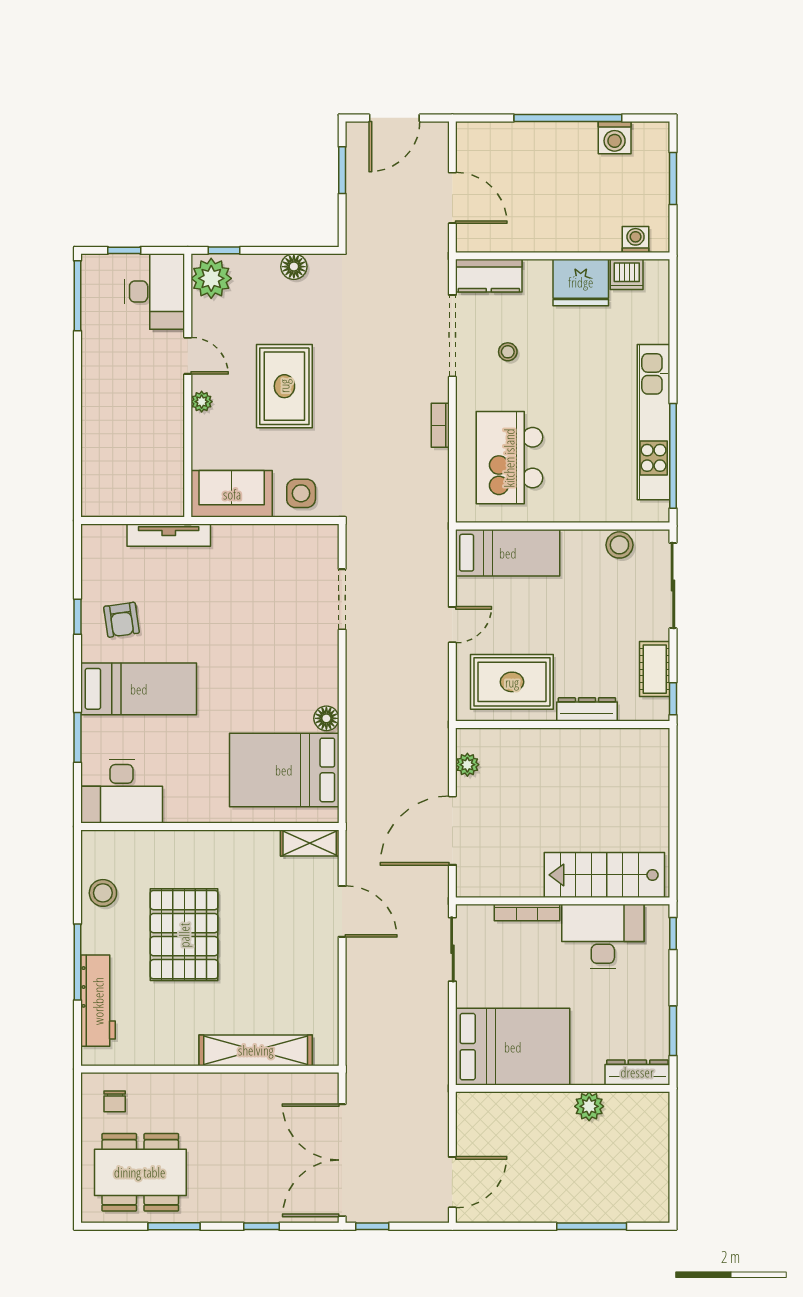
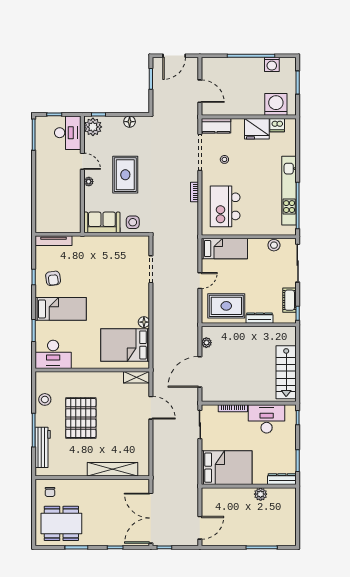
washing machine: (636, 239) -> (276, 104), width x1.89, depth x1.89
tv unit: (169, 535) -> (53, 241), moved
stairs: (604, 875) -> (286, 372), moved, turned -90

